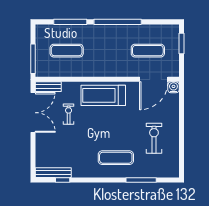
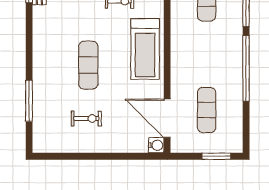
treadmill: (103, 95) -> (145, 49), turned 180
exercise bike: (154, 138) -> (86, 118), width x0.73, depth x0.72
exercise mat: (116, 158) -> (88, 65), moved

